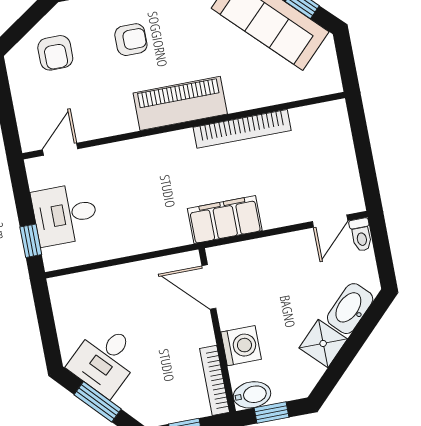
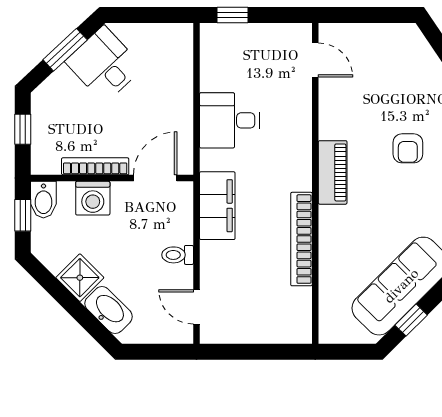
armchair: (55, 53) -> (409, 73), removed
piano: (180, 103) -> (333, 172), width x0.73, depth x0.75
desk: (65, 214) -> (230, 120), moved, turned -90
toilet: (361, 235) -> (178, 255), moved
bookcase: (215, 380) -> (95, 166), moved

